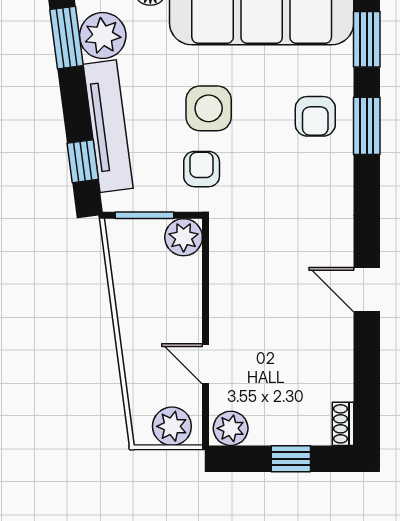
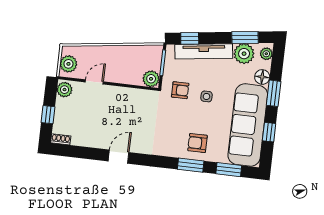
side table: (209, 108) -> (206, 96), width x0.54, depth x0.54

